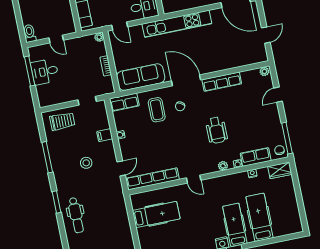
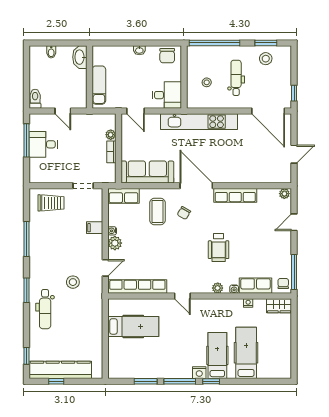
plant: (99, 37) -> (111, 135), moved
plant: (125, 145) -> (115, 243), added
stool: (86, 163) -> (73, 282), moved

